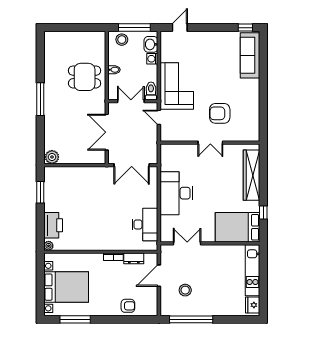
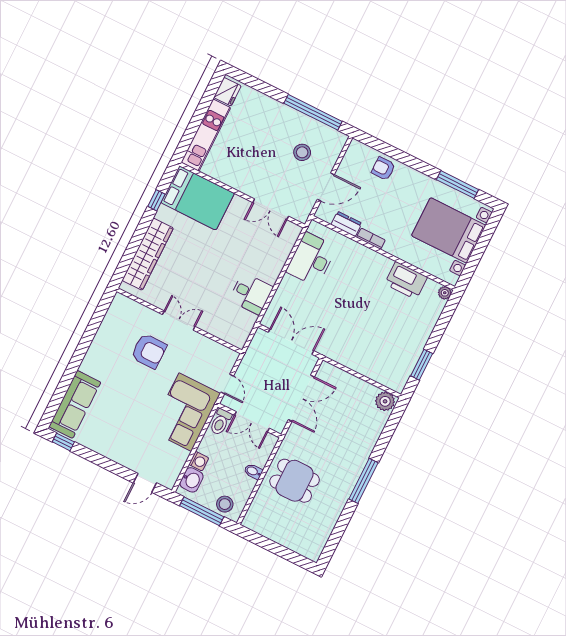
desk: (176, 193) -> (251, 294), width x0.53, depth x0.77
printer: (53, 225) -> (406, 280), moved, turned -90

